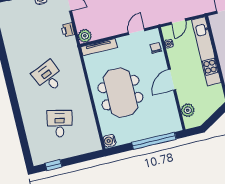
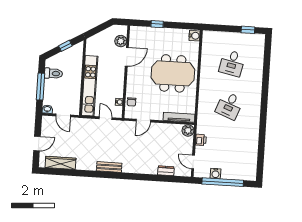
door: (178, 22) -> (106, 118), hinge flipped
desk: (48, 77) -> (229, 106), turned 45
door: (172, 80) -> (127, 57), moved
meeting table: (120, 93) -> (173, 73), turned 90
window: (154, 141) -> (157, 24), width x0.32

